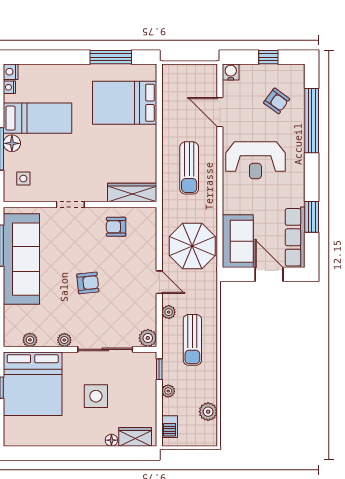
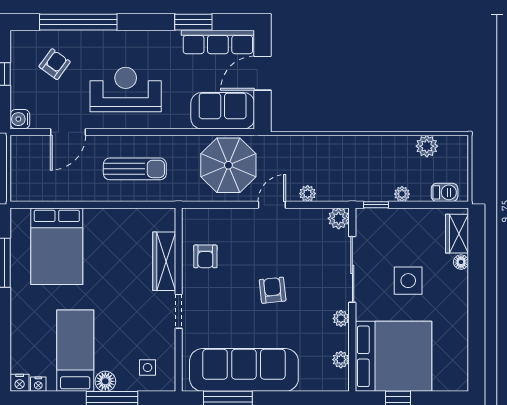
reception desk: (255, 160) -> (126, 90), turned -90
wardrobe: (132, 193) -> (164, 261), moved
sun lounger: (192, 340) -> (341, 165), removed

